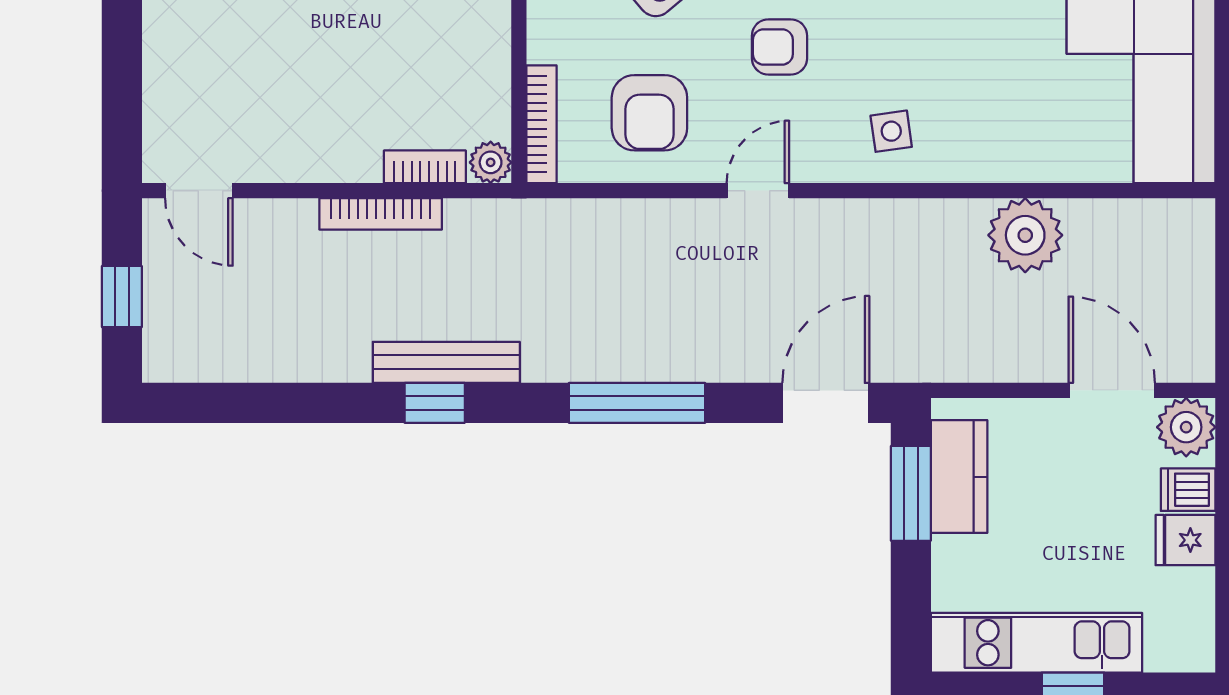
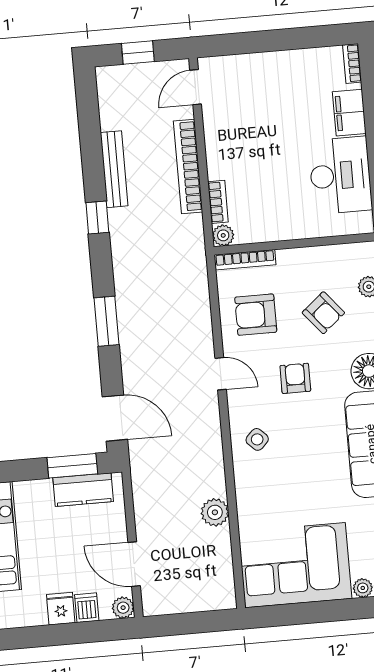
side table: (891, 131) -> (257, 439), turned -38
bookcase: (381, 214) -> (188, 166), width x1.48, depth x1.31
plant: (1025, 235) -> (215, 512), width x0.73, depth x0.73
bench: (446, 362) -> (114, 169), moved
door: (1112, 390) -> (134, 564), swing flipped
window: (637, 403) -> (106, 321), width x0.69
plant: (1186, 427) -> (123, 608), width x0.73, depth x0.73

